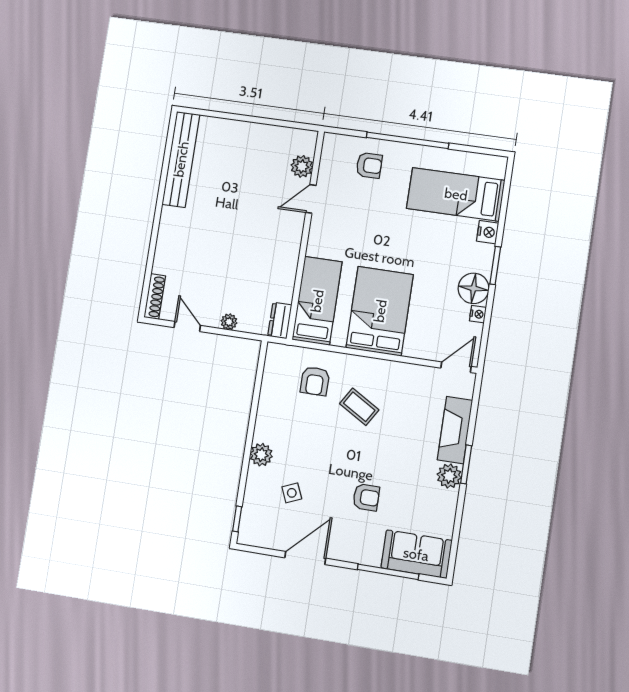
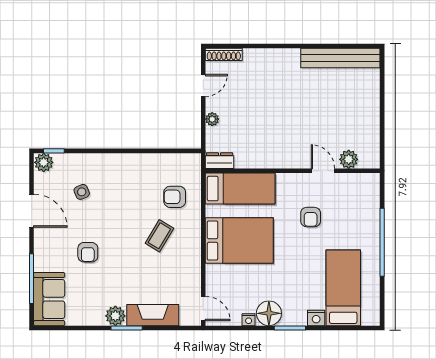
armchair: (369, 165) -> (311, 217), moved
plant: (261, 455) -> (44, 162), moved

